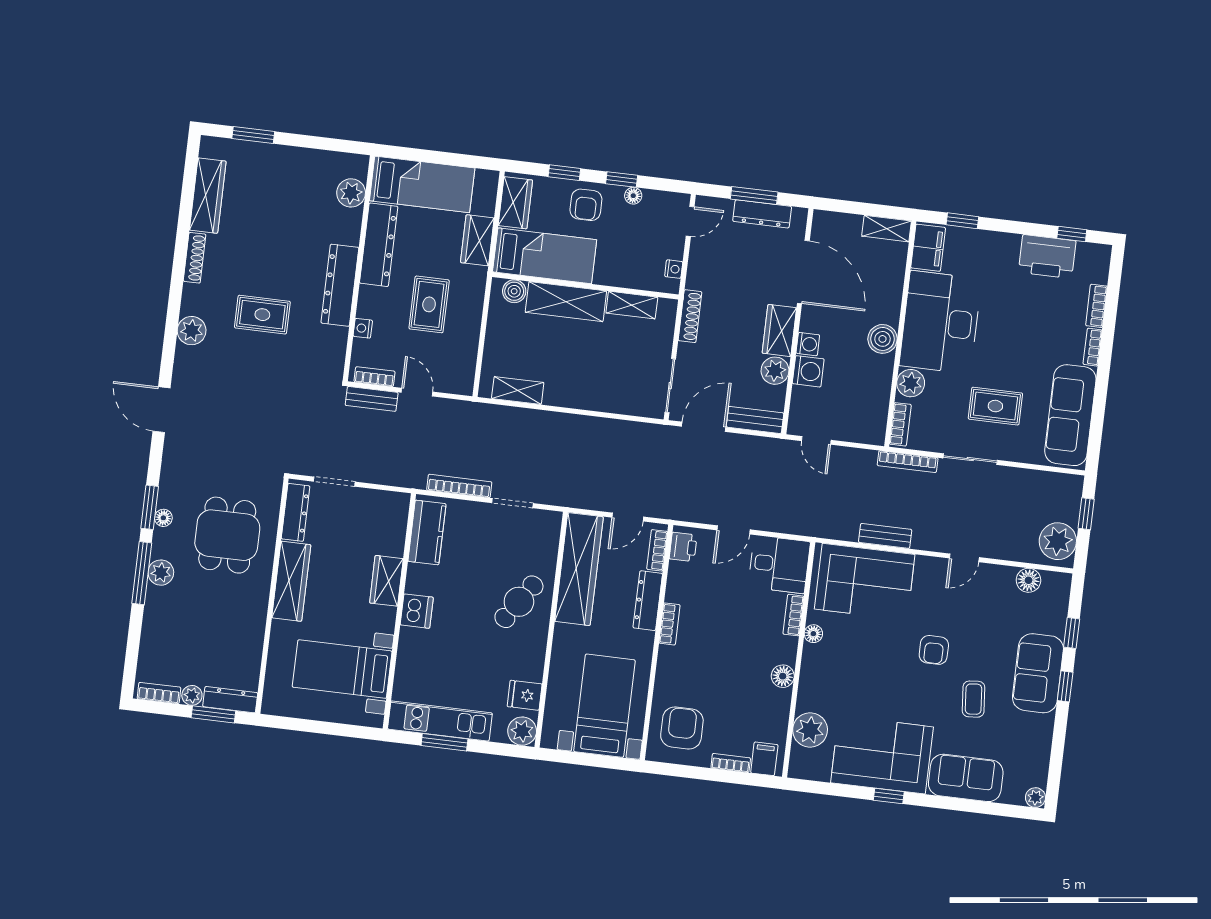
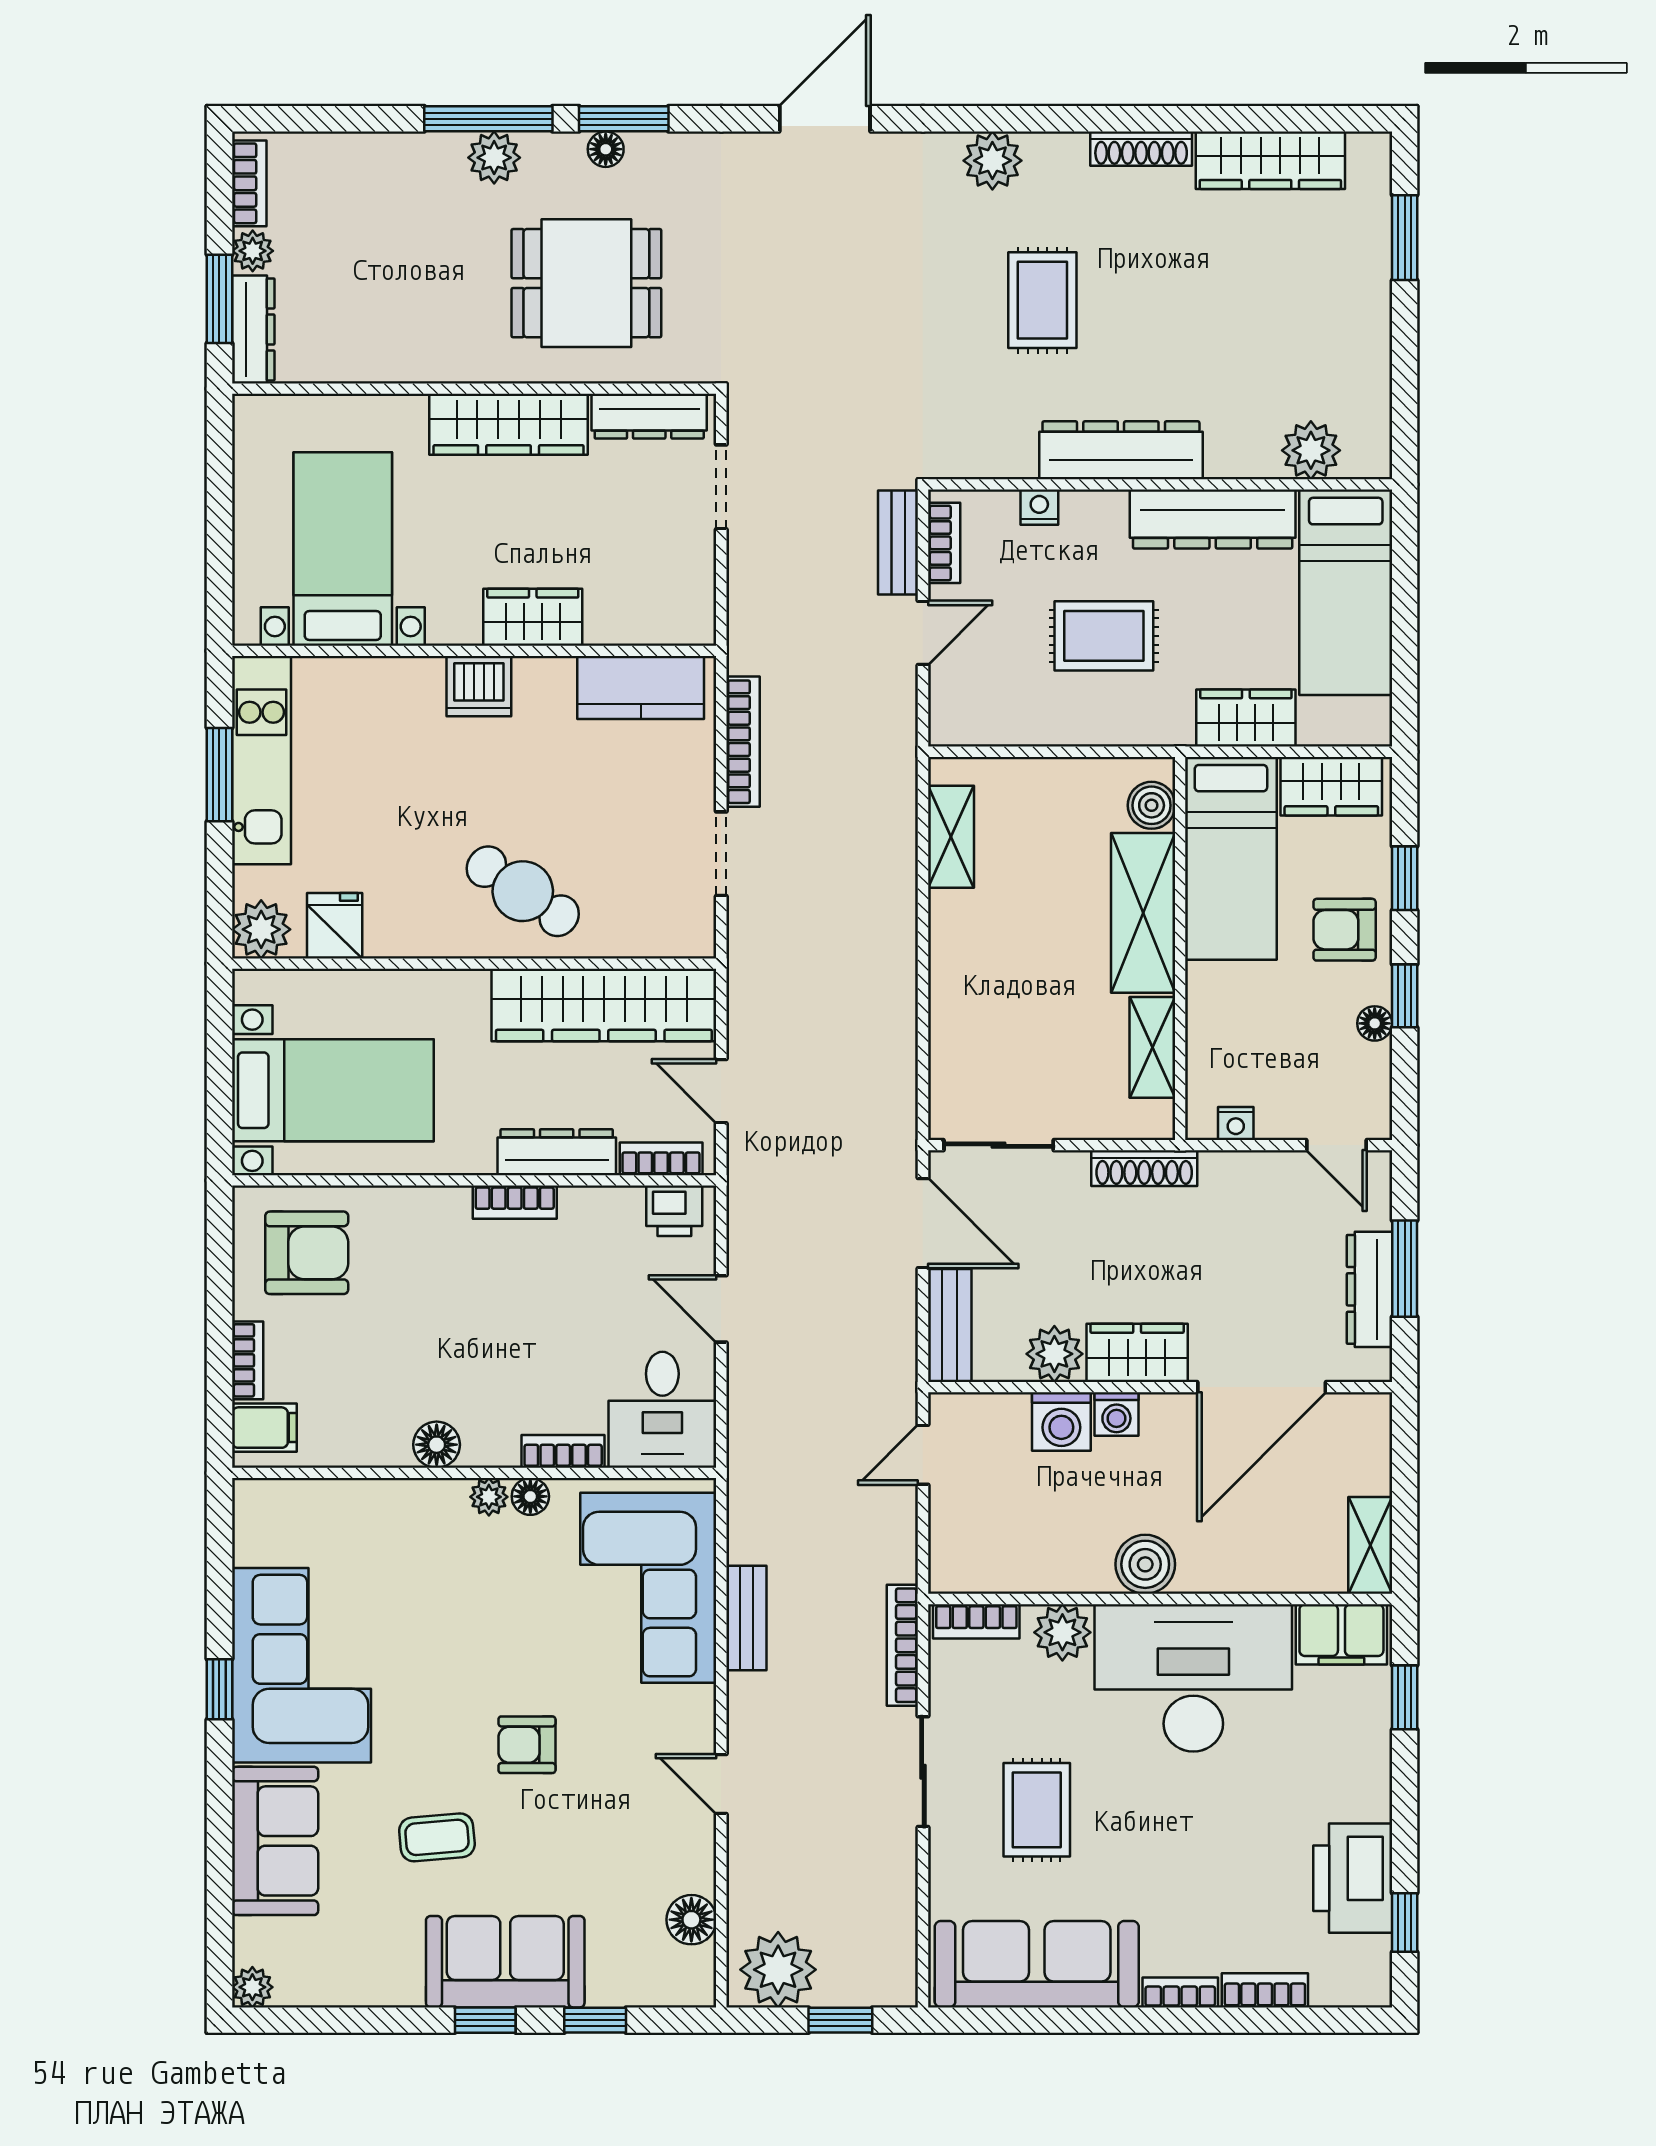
plant: (810, 730) -> (489, 1497), moved, width x0.53, depth x0.53

